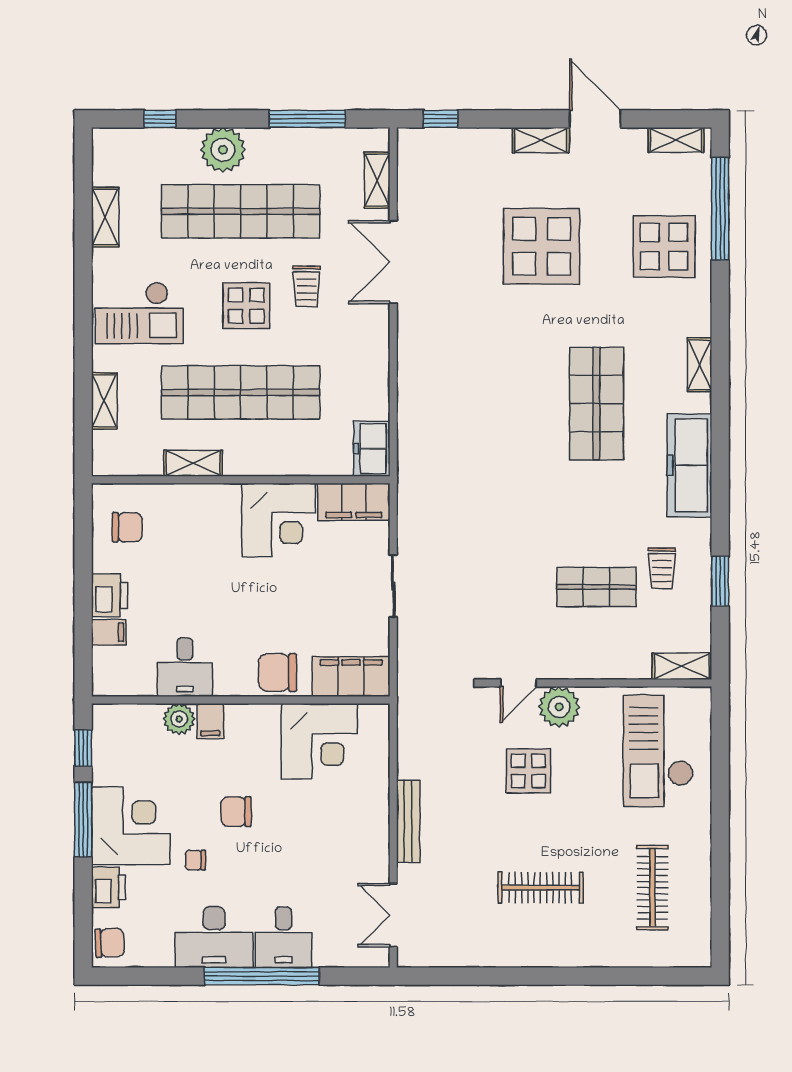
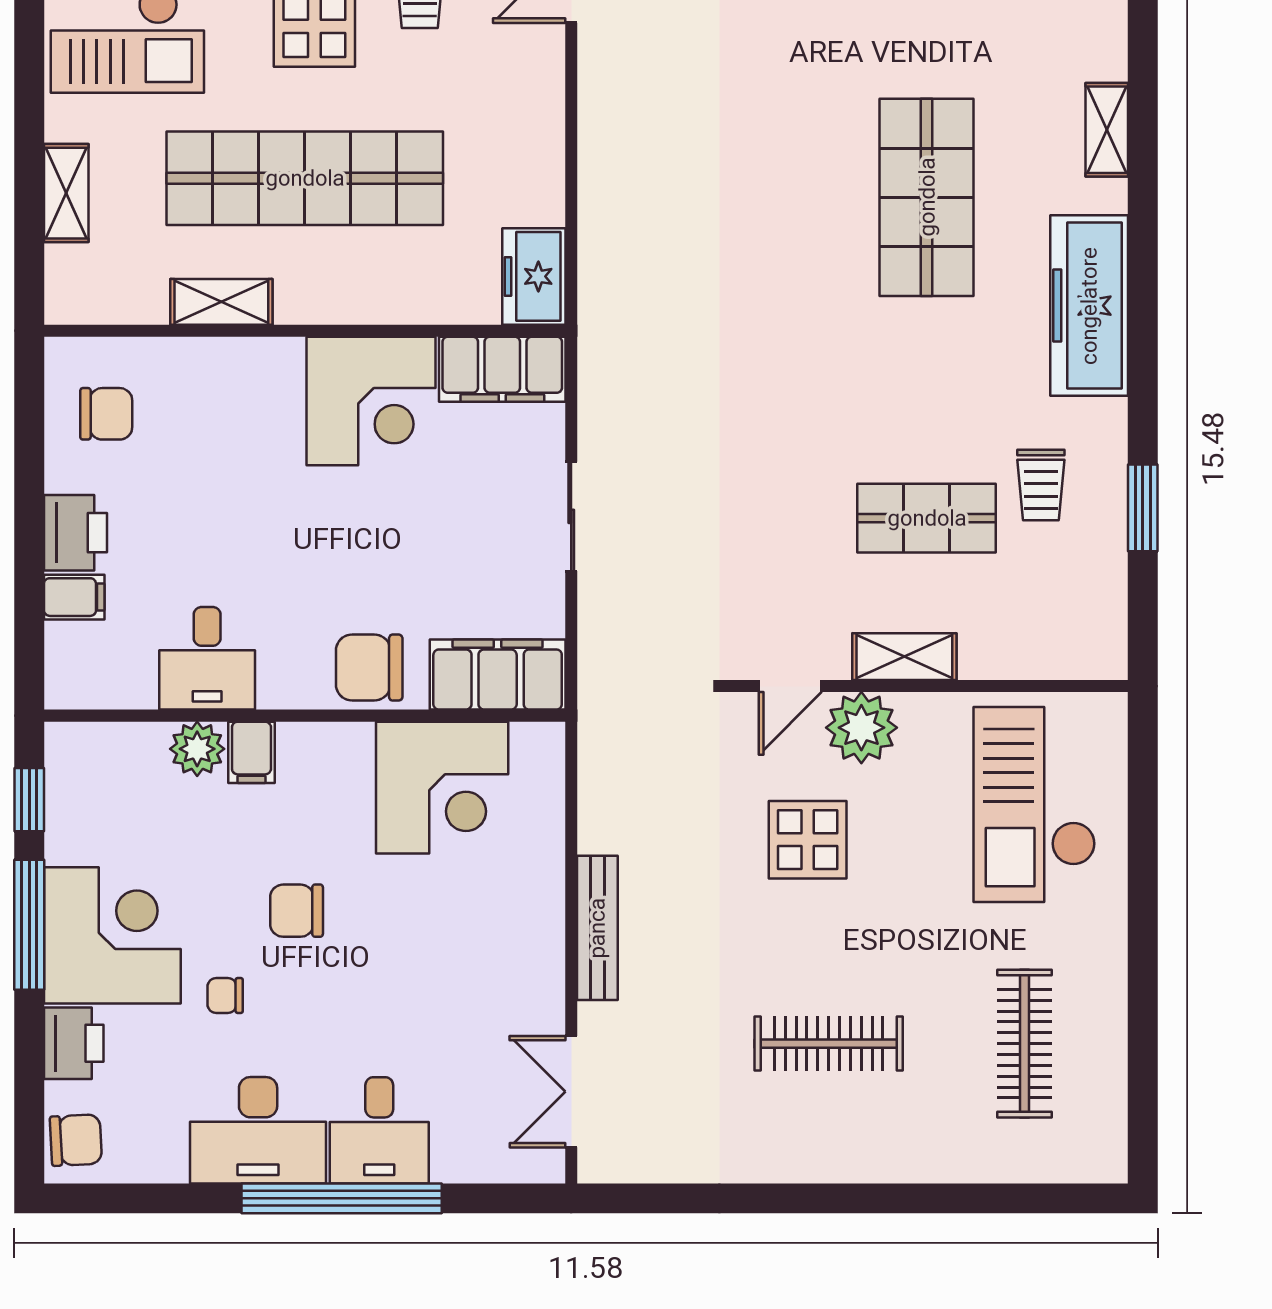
shelving: (682, 666) -> (904, 657), moved

